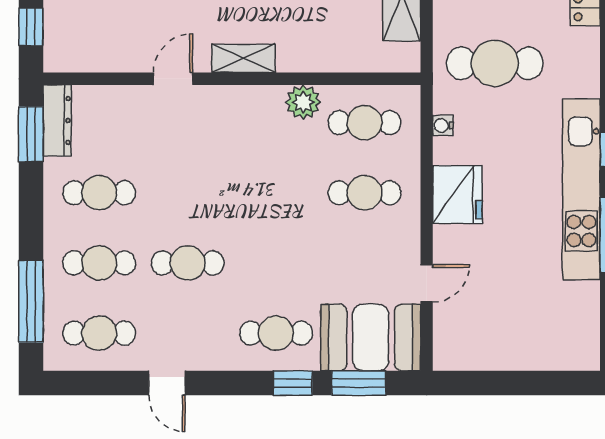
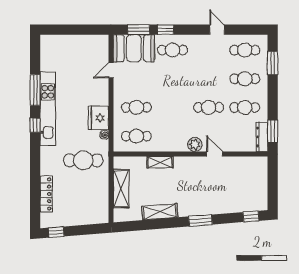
window: (31, 27) -> (273, 175), removed
shelving: (243, 58) -> (160, 162), moved
door: (173, 79) -> (215, 154), swing flipped
plant: (303, 102) -> (195, 144), moved
fridge: (457, 195) -> (98, 118), moved
cafe table: (188, 263) -> (209, 107), moved
window: (31, 301) -> (273, 63), width x0.69

